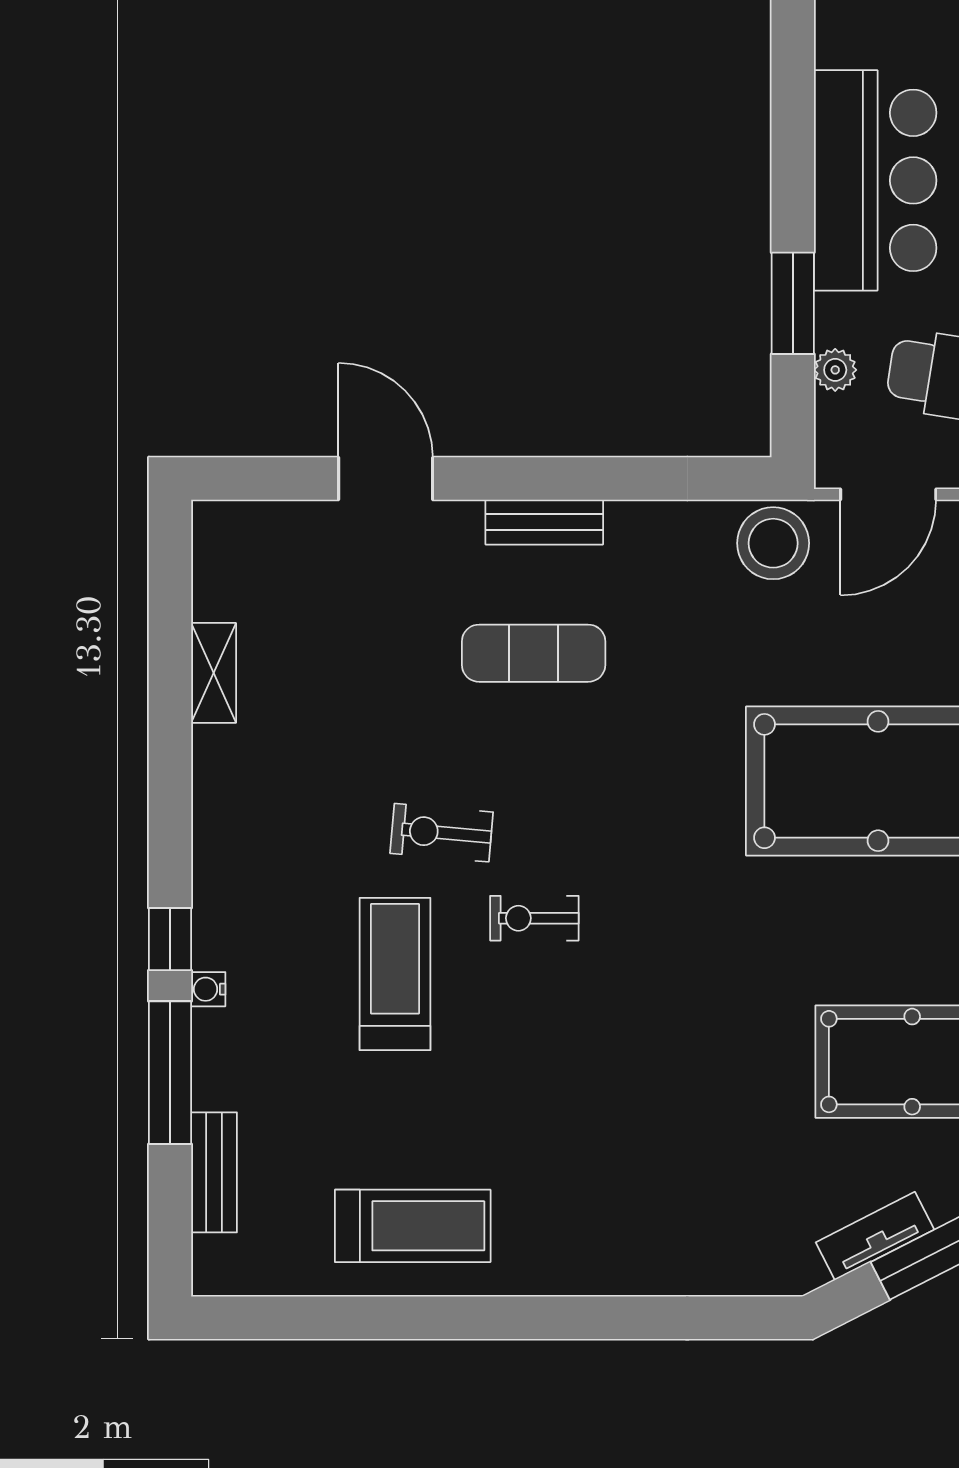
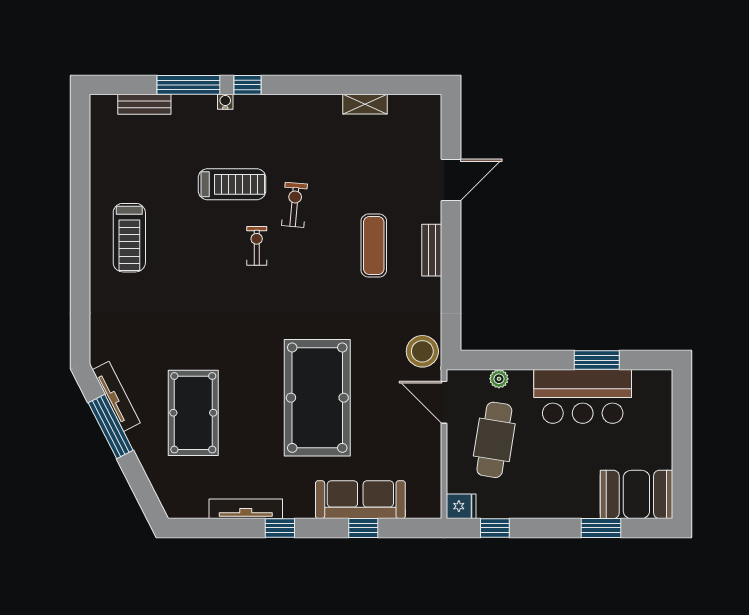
window: (793, 303) -> (597, 360), moved
treadmill: (413, 1226) -> (129, 238), moved
tv unit: (875, 1236) -> (116, 396), width x1.41

